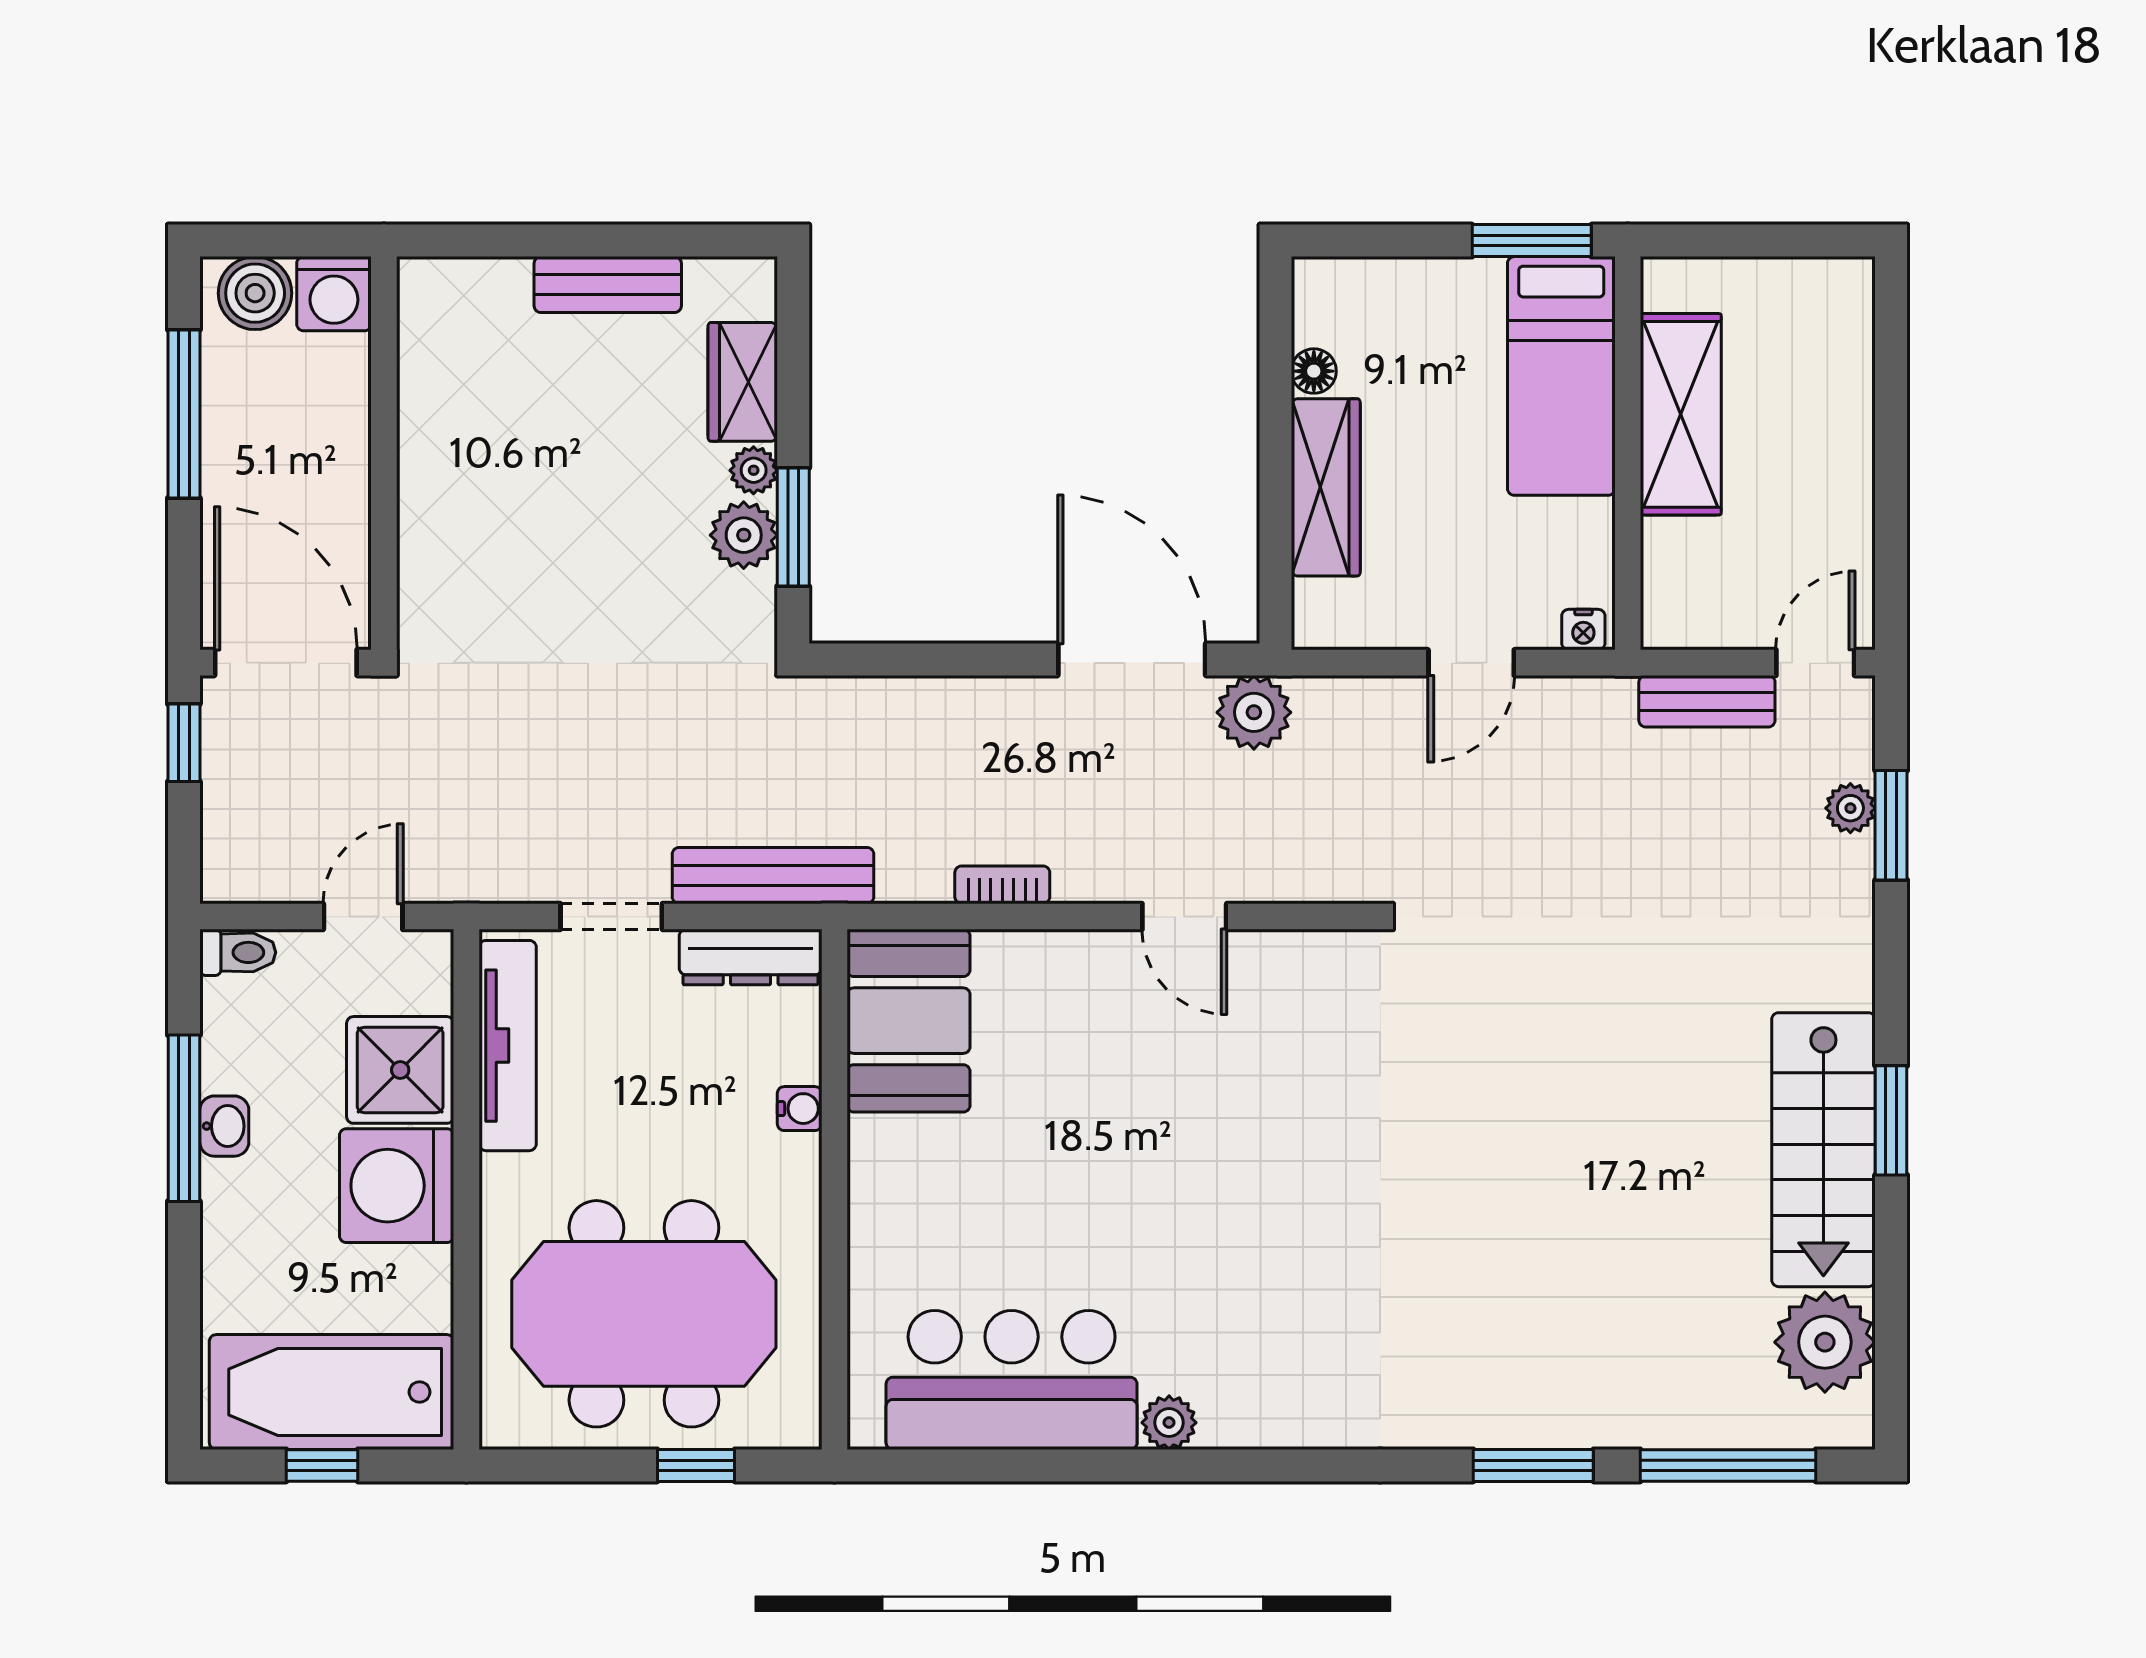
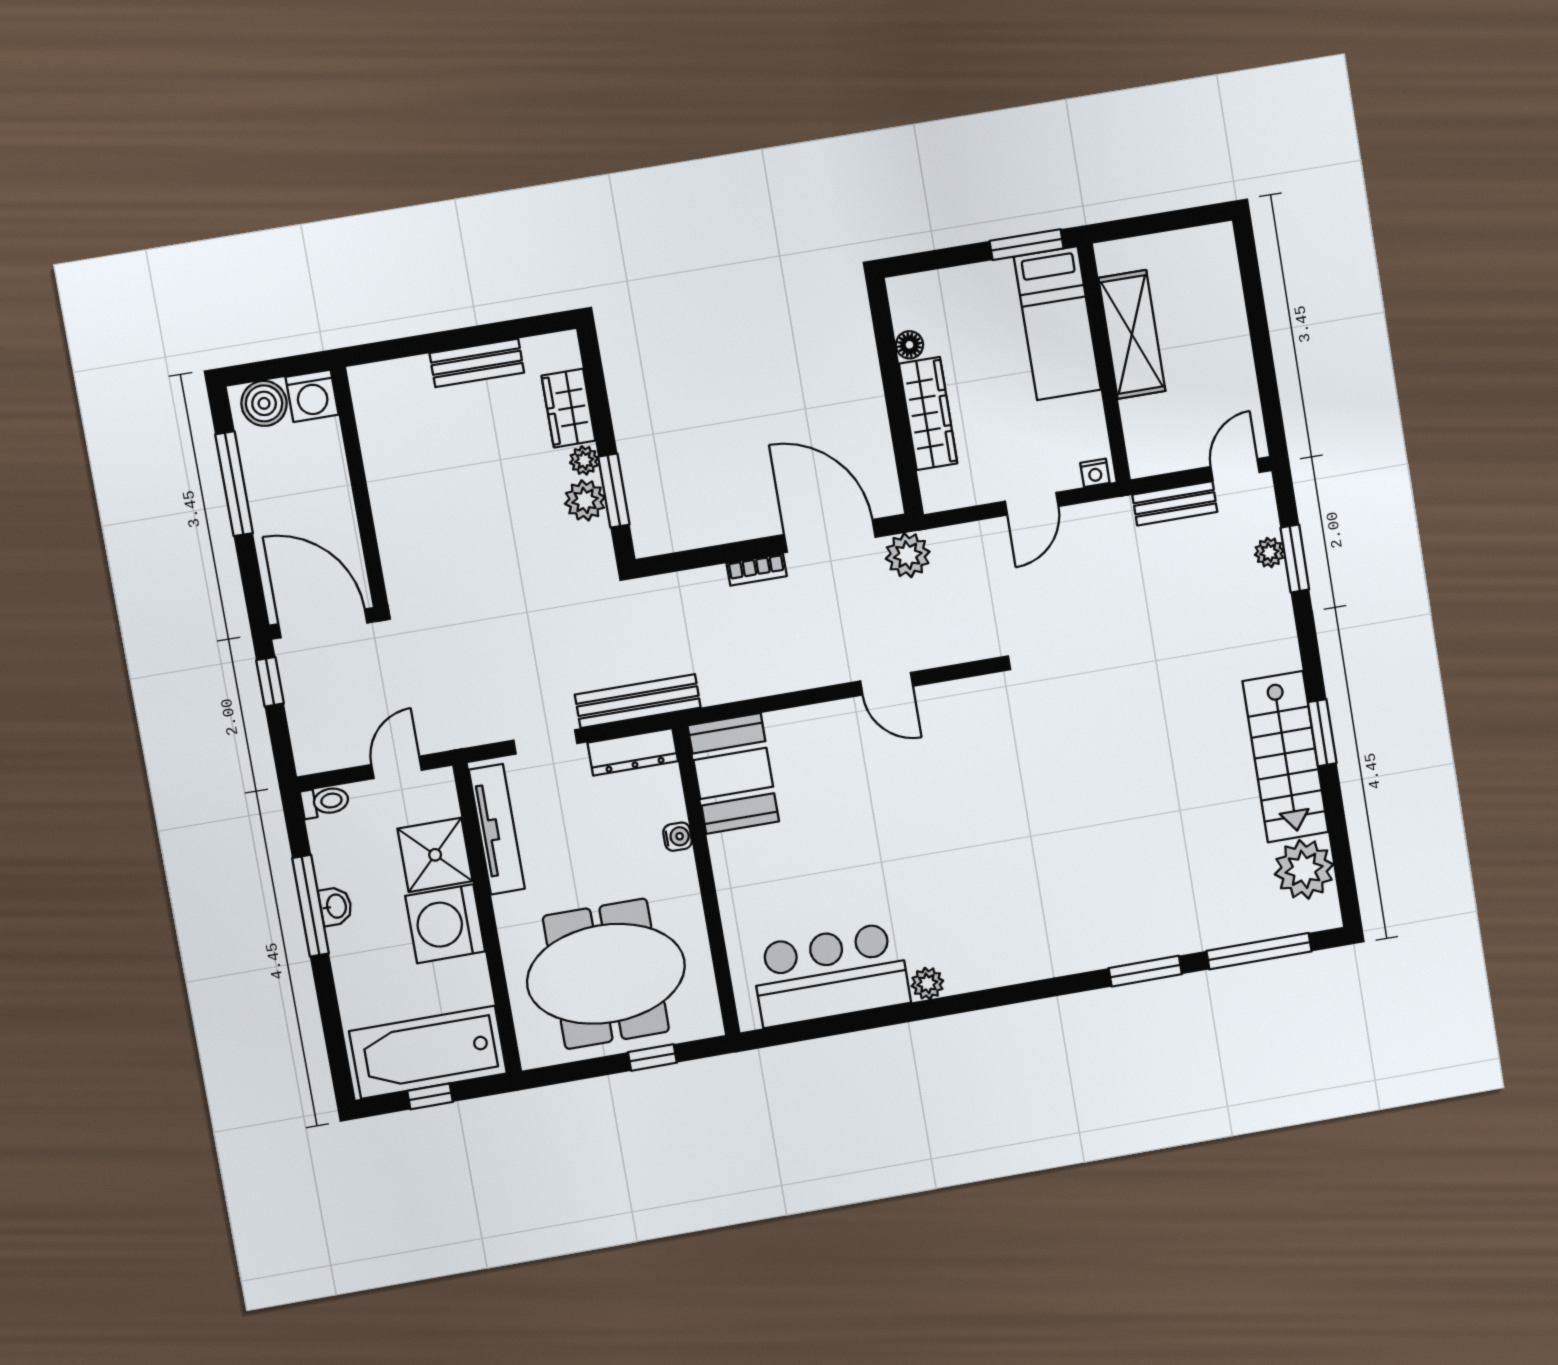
bookcase: (1002, 885) -> (757, 570), moved, turned 180

